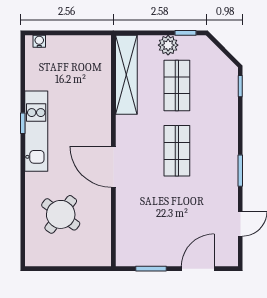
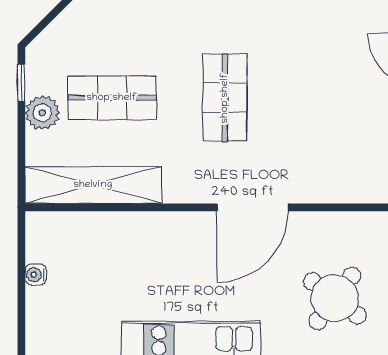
water cooler: (39, 41) -> (36, 275), moved
shop shelf: (177, 151) -> (225, 98), turned 90

